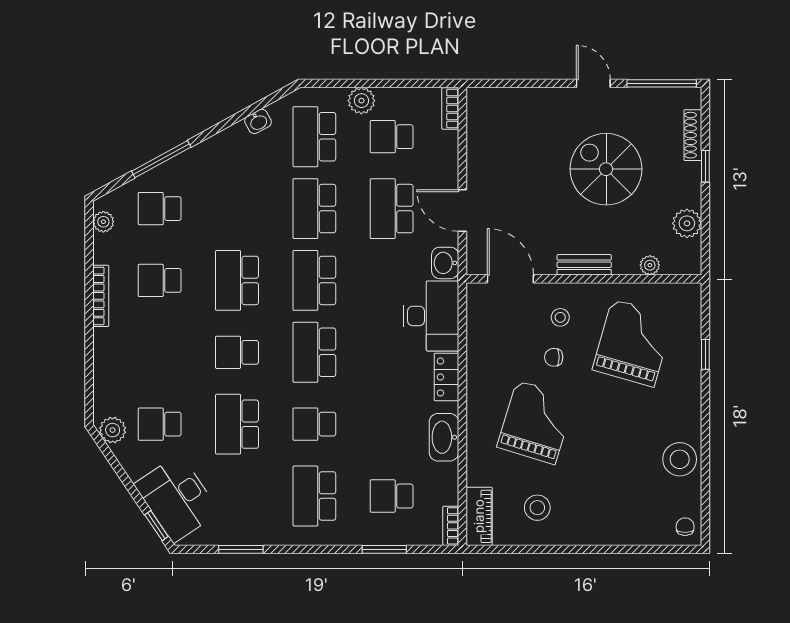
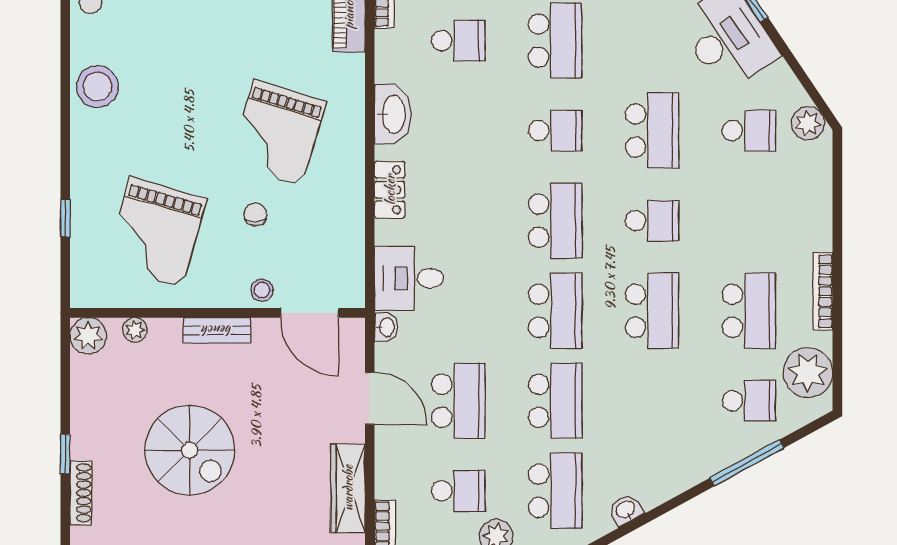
wardrobe: (480, 139) -> (348, 488), added
plant: (103, 222) -> (808, 373), width x1.87, depth x1.87
plant: (687, 223) -> (88, 336), moved
washbasin: (445, 263) -> (386, 327), width x0.72, depth x0.69
school desk: (160, 280) -> (749, 311), width x1.85
desk: (431, 316) -> (409, 278), width x0.73
stool: (560, 317) -> (262, 290), moved
chair: (554, 357) -> (255, 214), turned -90
stool: (537, 508) -> (276, 26), removed

